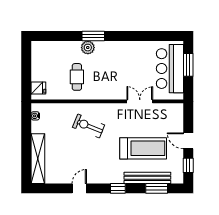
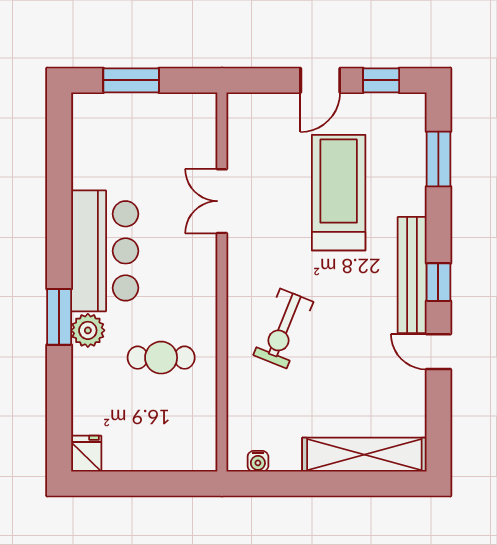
bar counter: (170, 69) -> (105, 251), moved, turned -90
fridge: (38, 88) -> (86, 454), moved
bench: (147, 178) -> (412, 275), moved
window: (118, 188) -> (438, 282), moved

